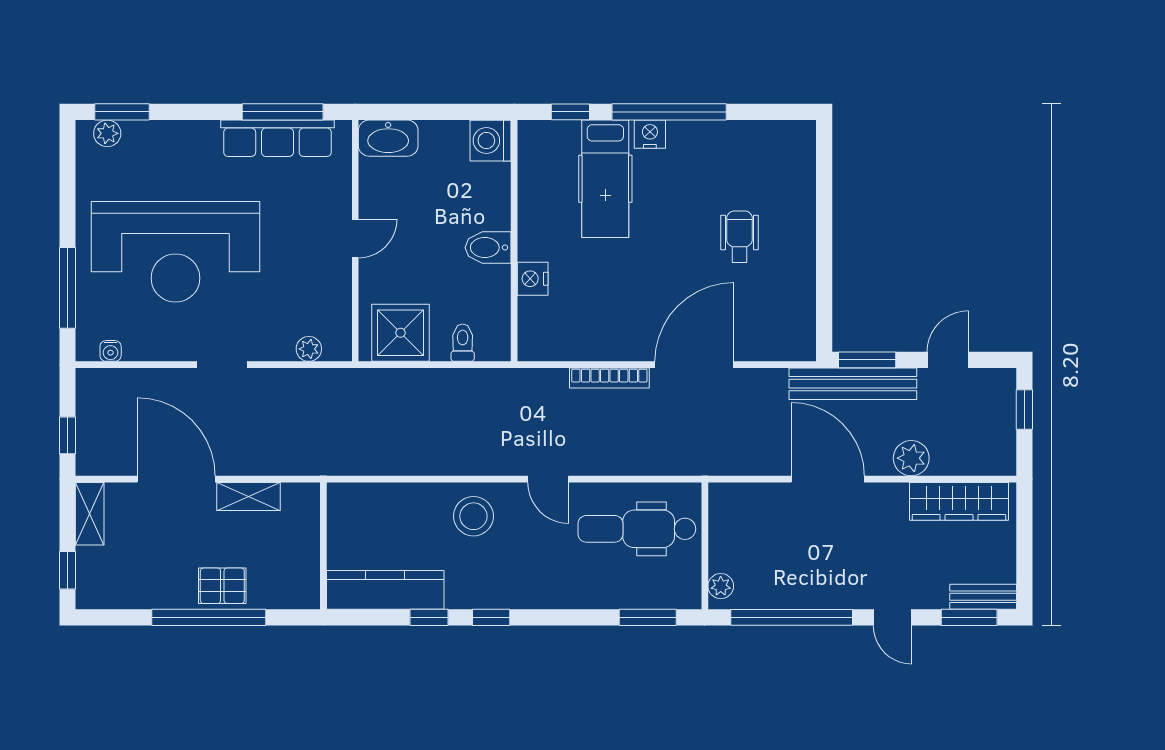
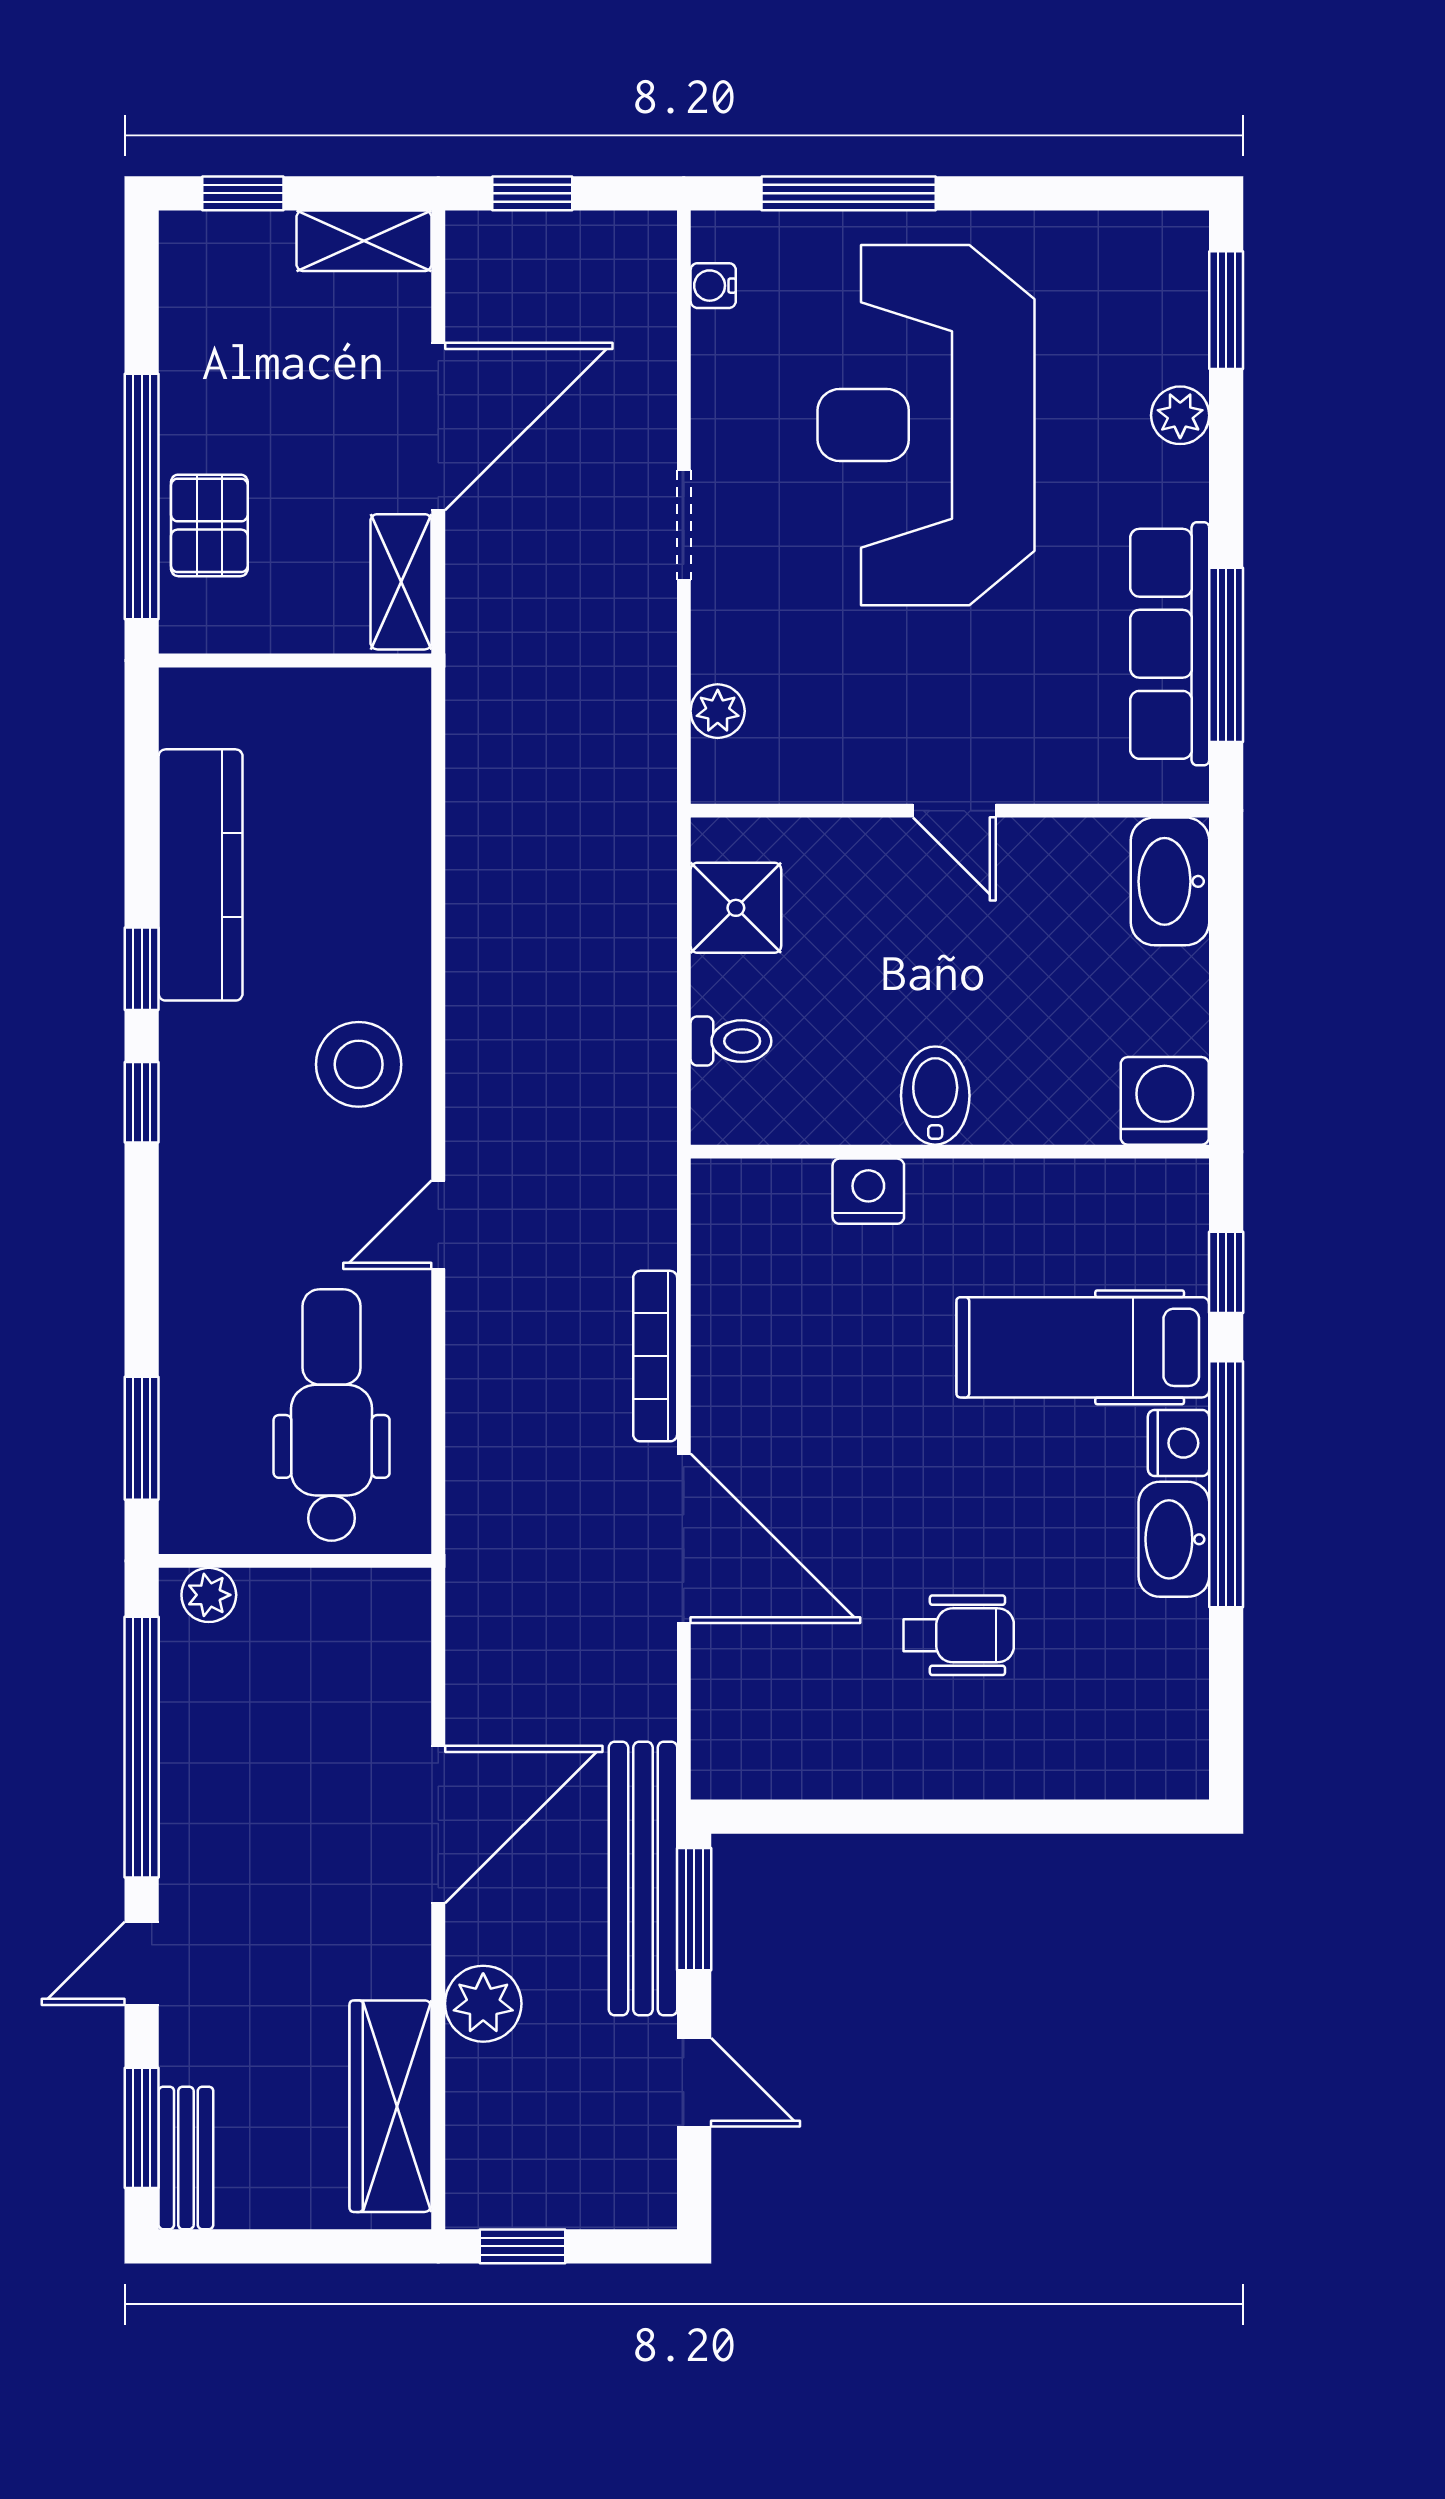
plant: (107, 133) -> (1180, 415), moved
washbasin: (695, 136) -> (1174, 1539), added
shower: (400, 333) -> (736, 908), width x0.73, depth x0.73
window: (1024, 409) -> (523, 2246), moved
wall: (323, 546) -> (295, 661), moved

